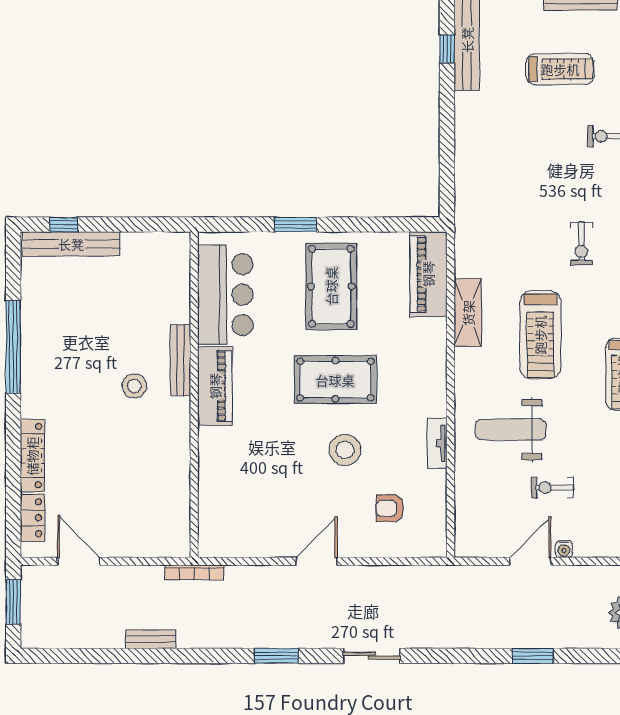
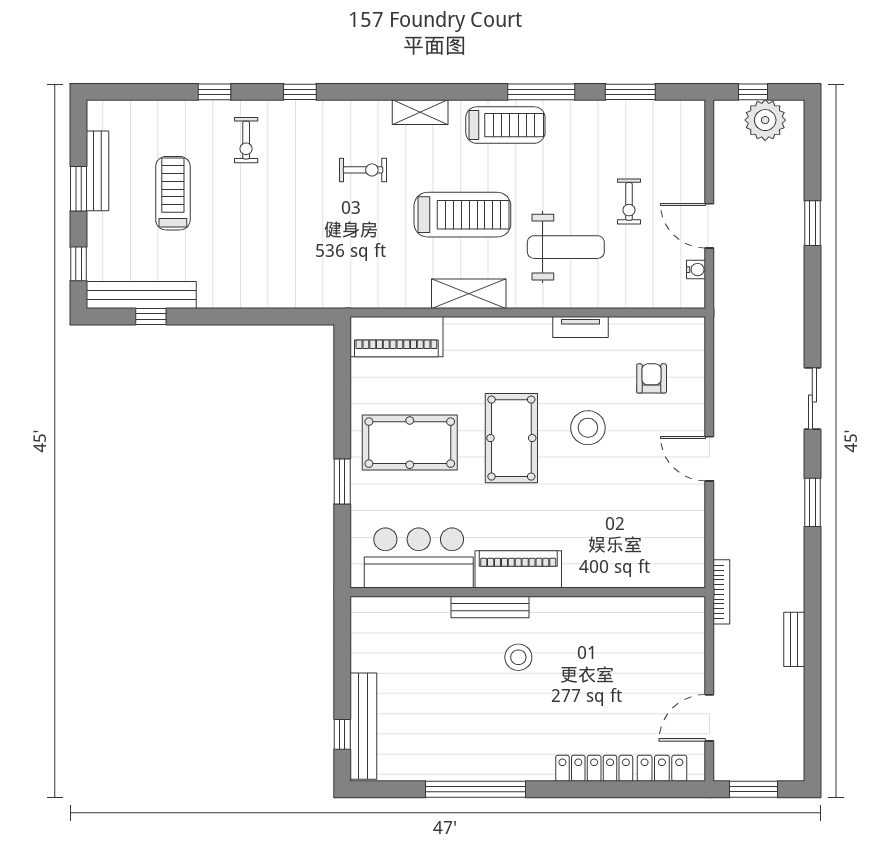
shelving: (468, 313) -> (469, 294), moved
weight bench: (511, 430) -> (566, 247), turned -90
armchair: (390, 508) -> (652, 378), turned 180
water cooler: (564, 549) -> (696, 270), moved

